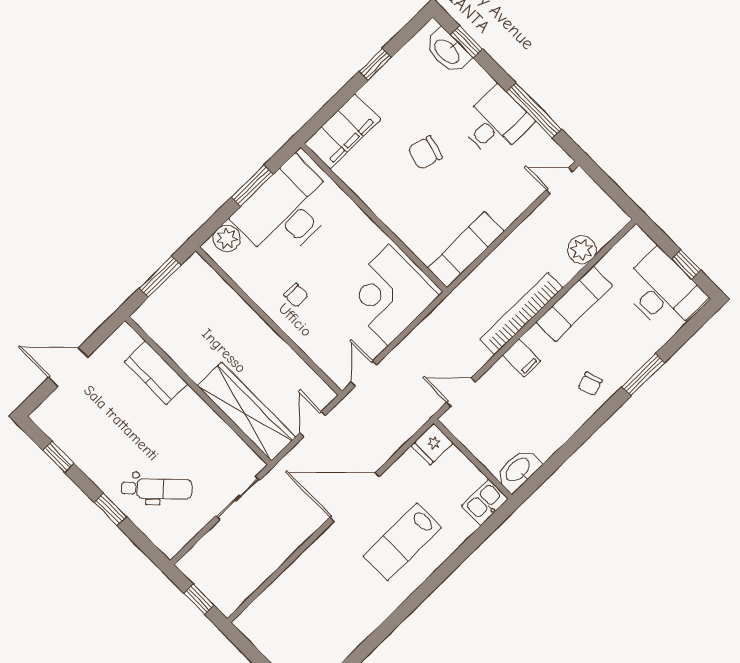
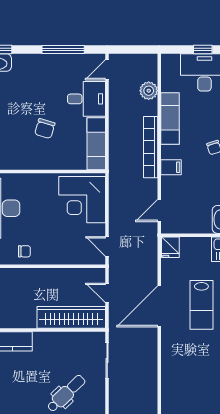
desk: (496, 122) -> (86, 99), moved, turned 90
chair: (425, 153) -> (45, 129), moved
chair: (296, 295) -> (24, 251), moved

